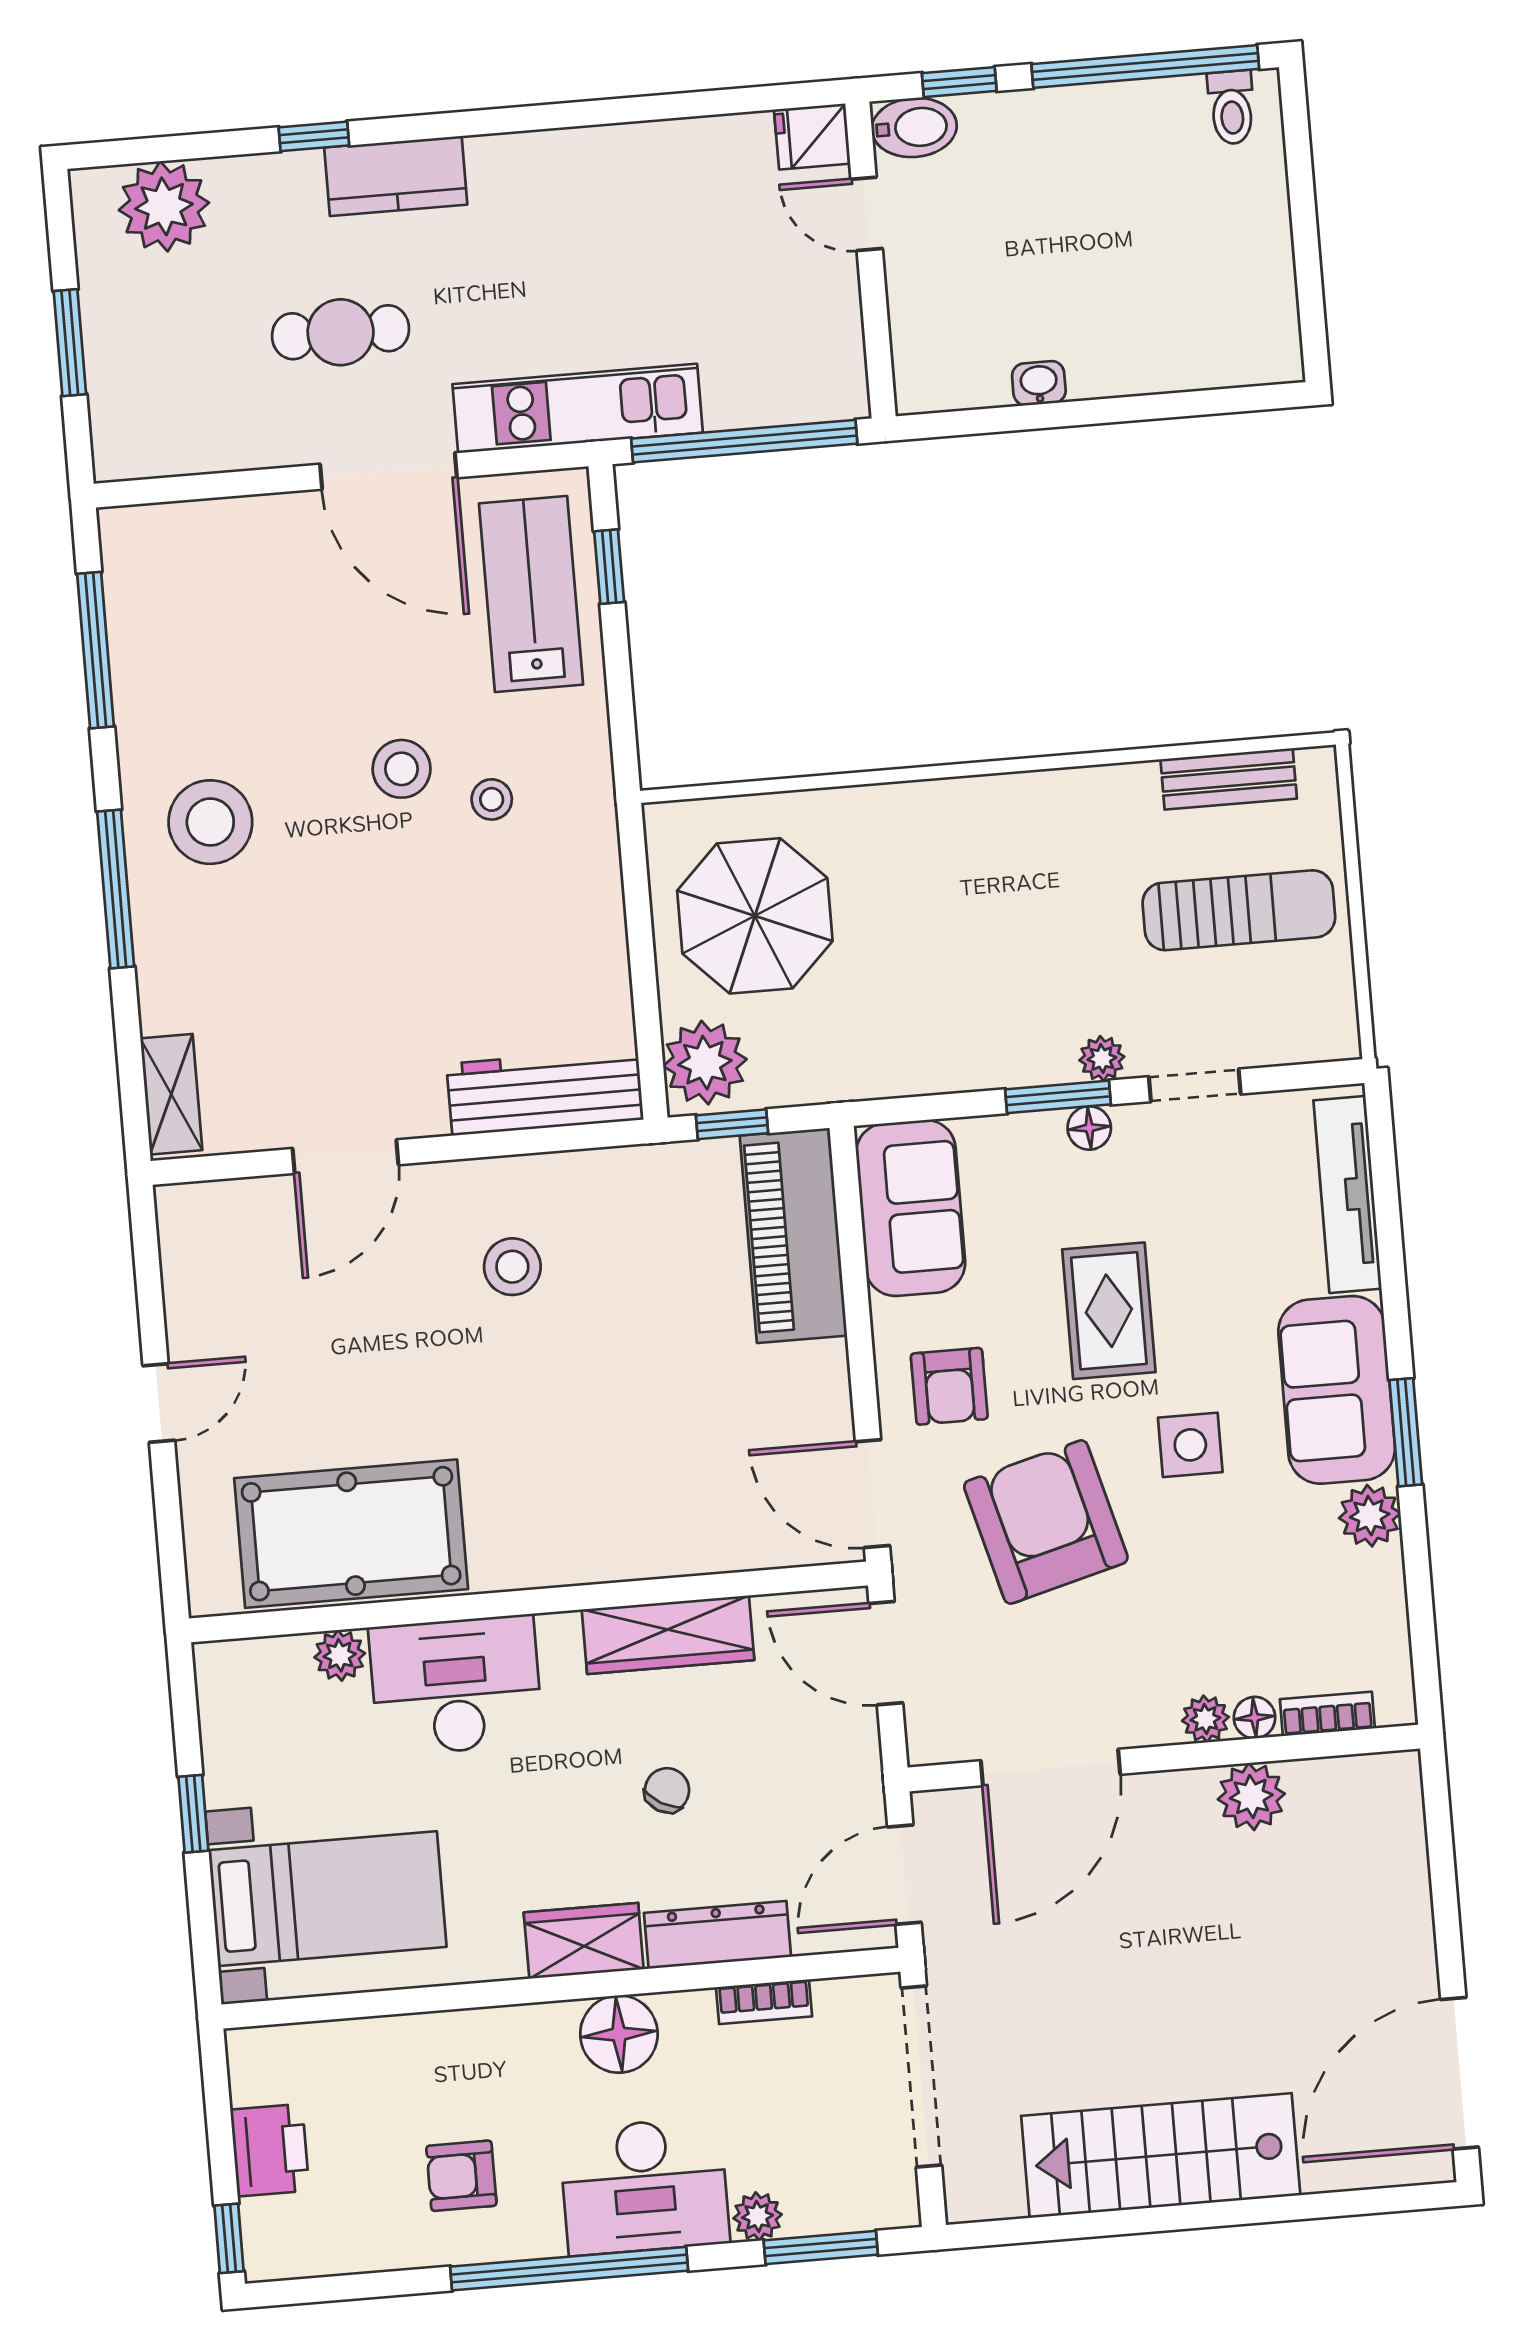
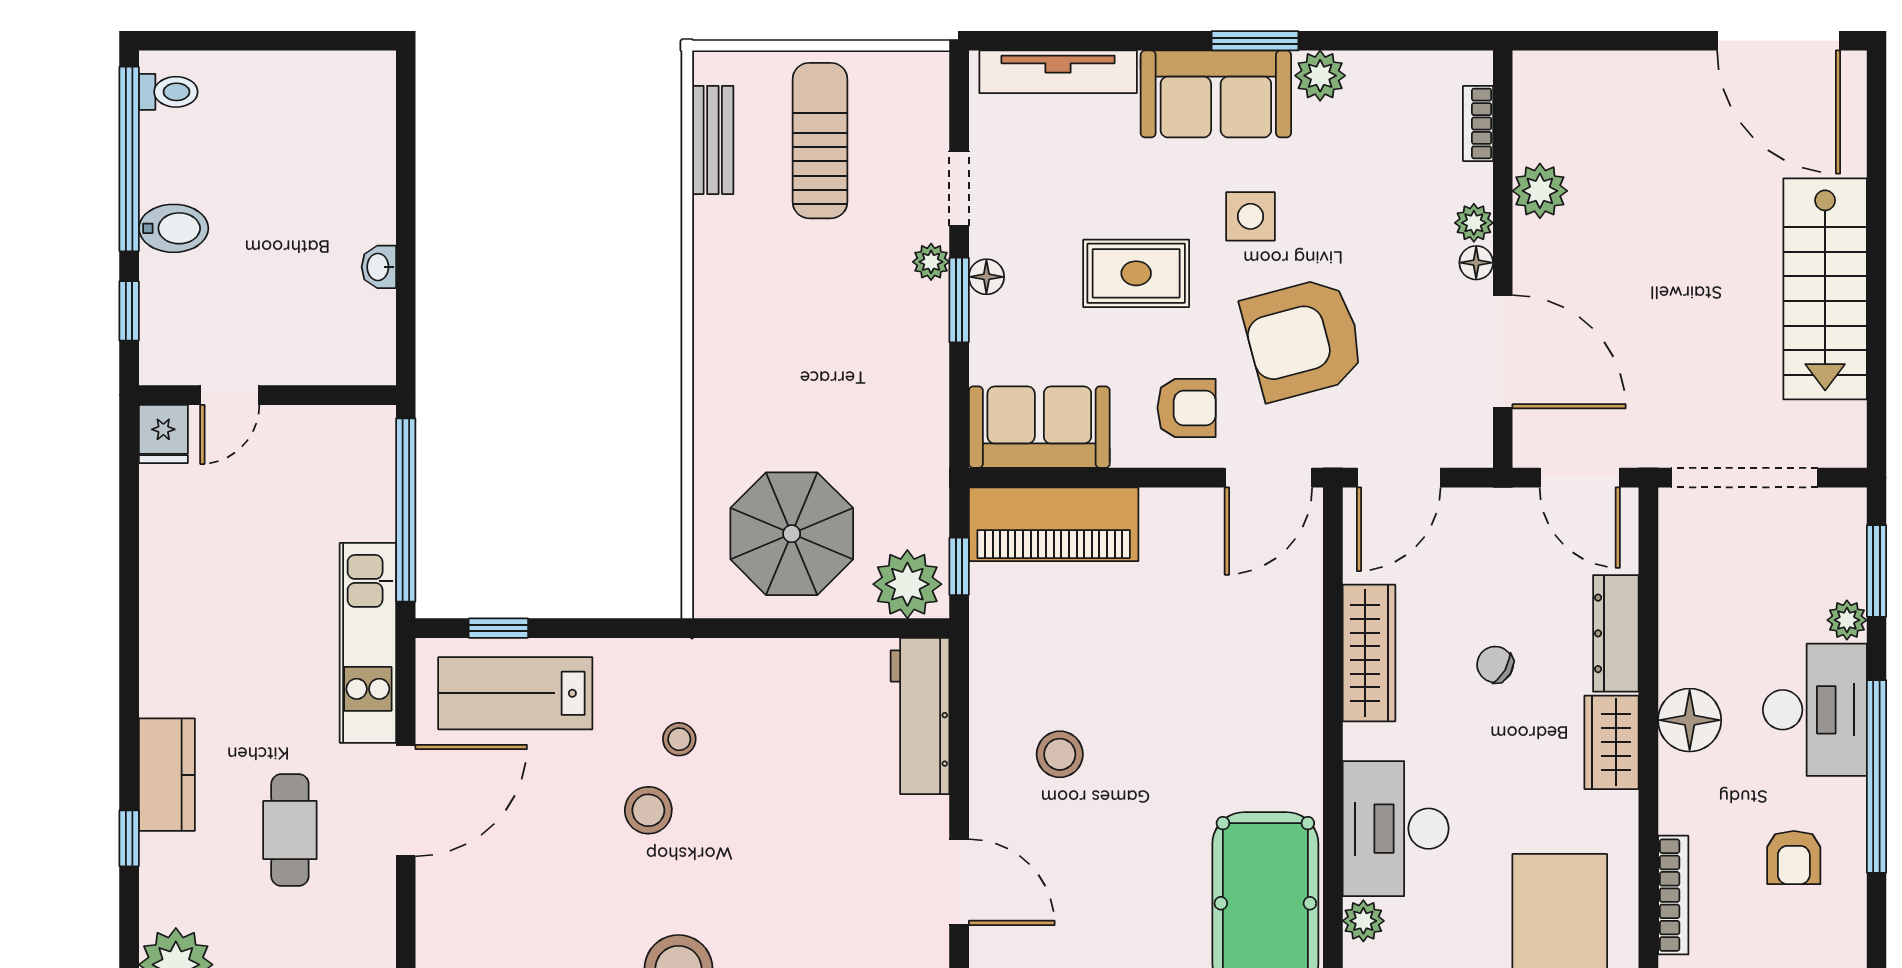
bidet: (914, 127) -> (174, 228), moved, turned 90
floor lamp: (1255, 1718) -> (1476, 263), moved
bookcase: (764, 2002) -> (1673, 895), moved, width x1.56

